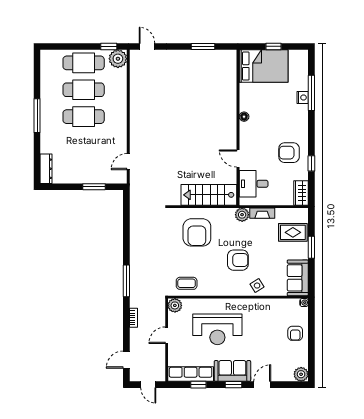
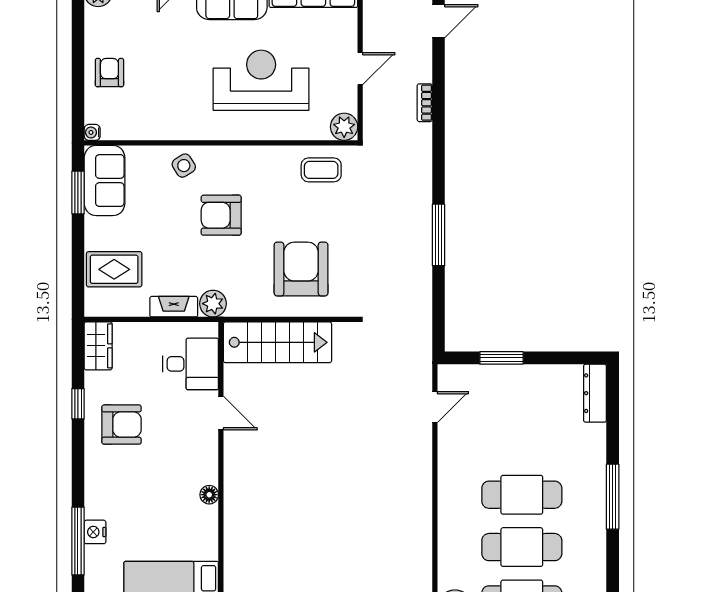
window: (311, 247) -> (78, 192), moved
window: (126, 281) -> (439, 235), moved

